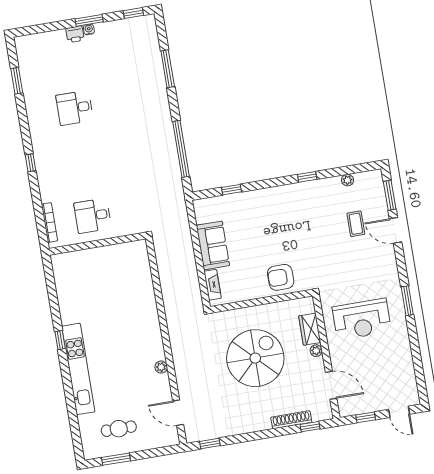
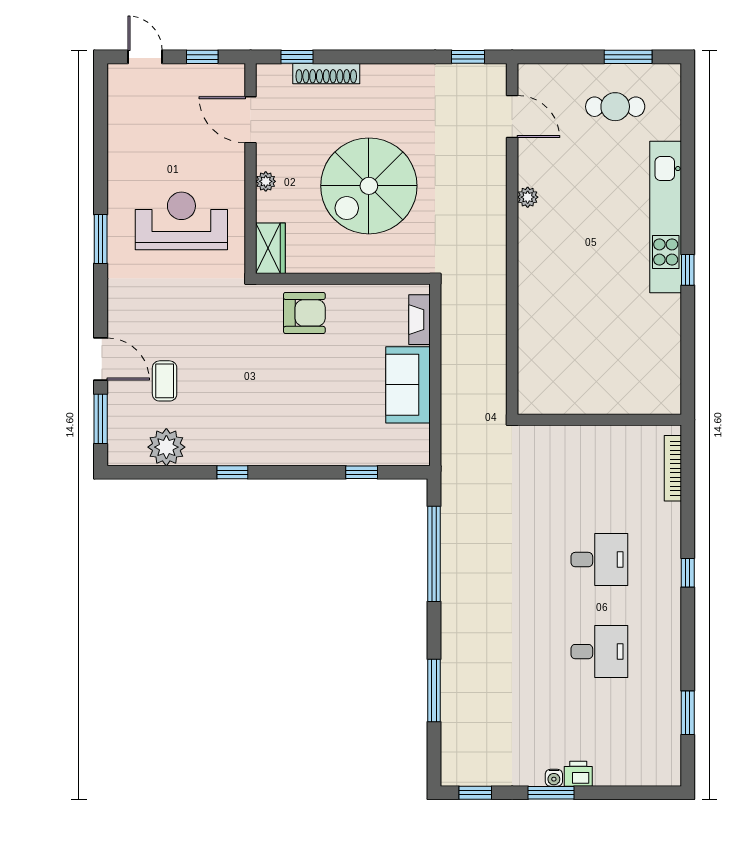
plant: (348, 180) -> (166, 447), width x1.88, depth x1.88
desk: (93, 216) -> (599, 560), moved
wardrobe: (310, 329) -> (270, 248), moved

